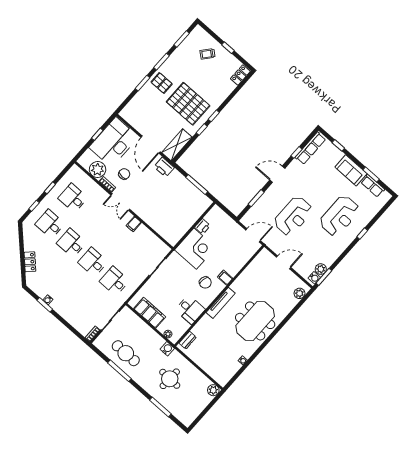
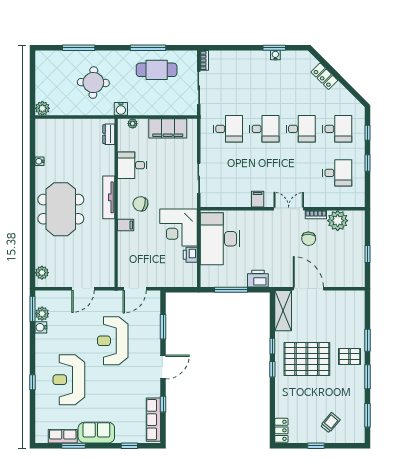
desk: (114, 142) -> (220, 239), moved, turned 180
printer: (164, 167) -> (258, 279), moved
water cooler: (314, 278) -> (41, 327), moved

